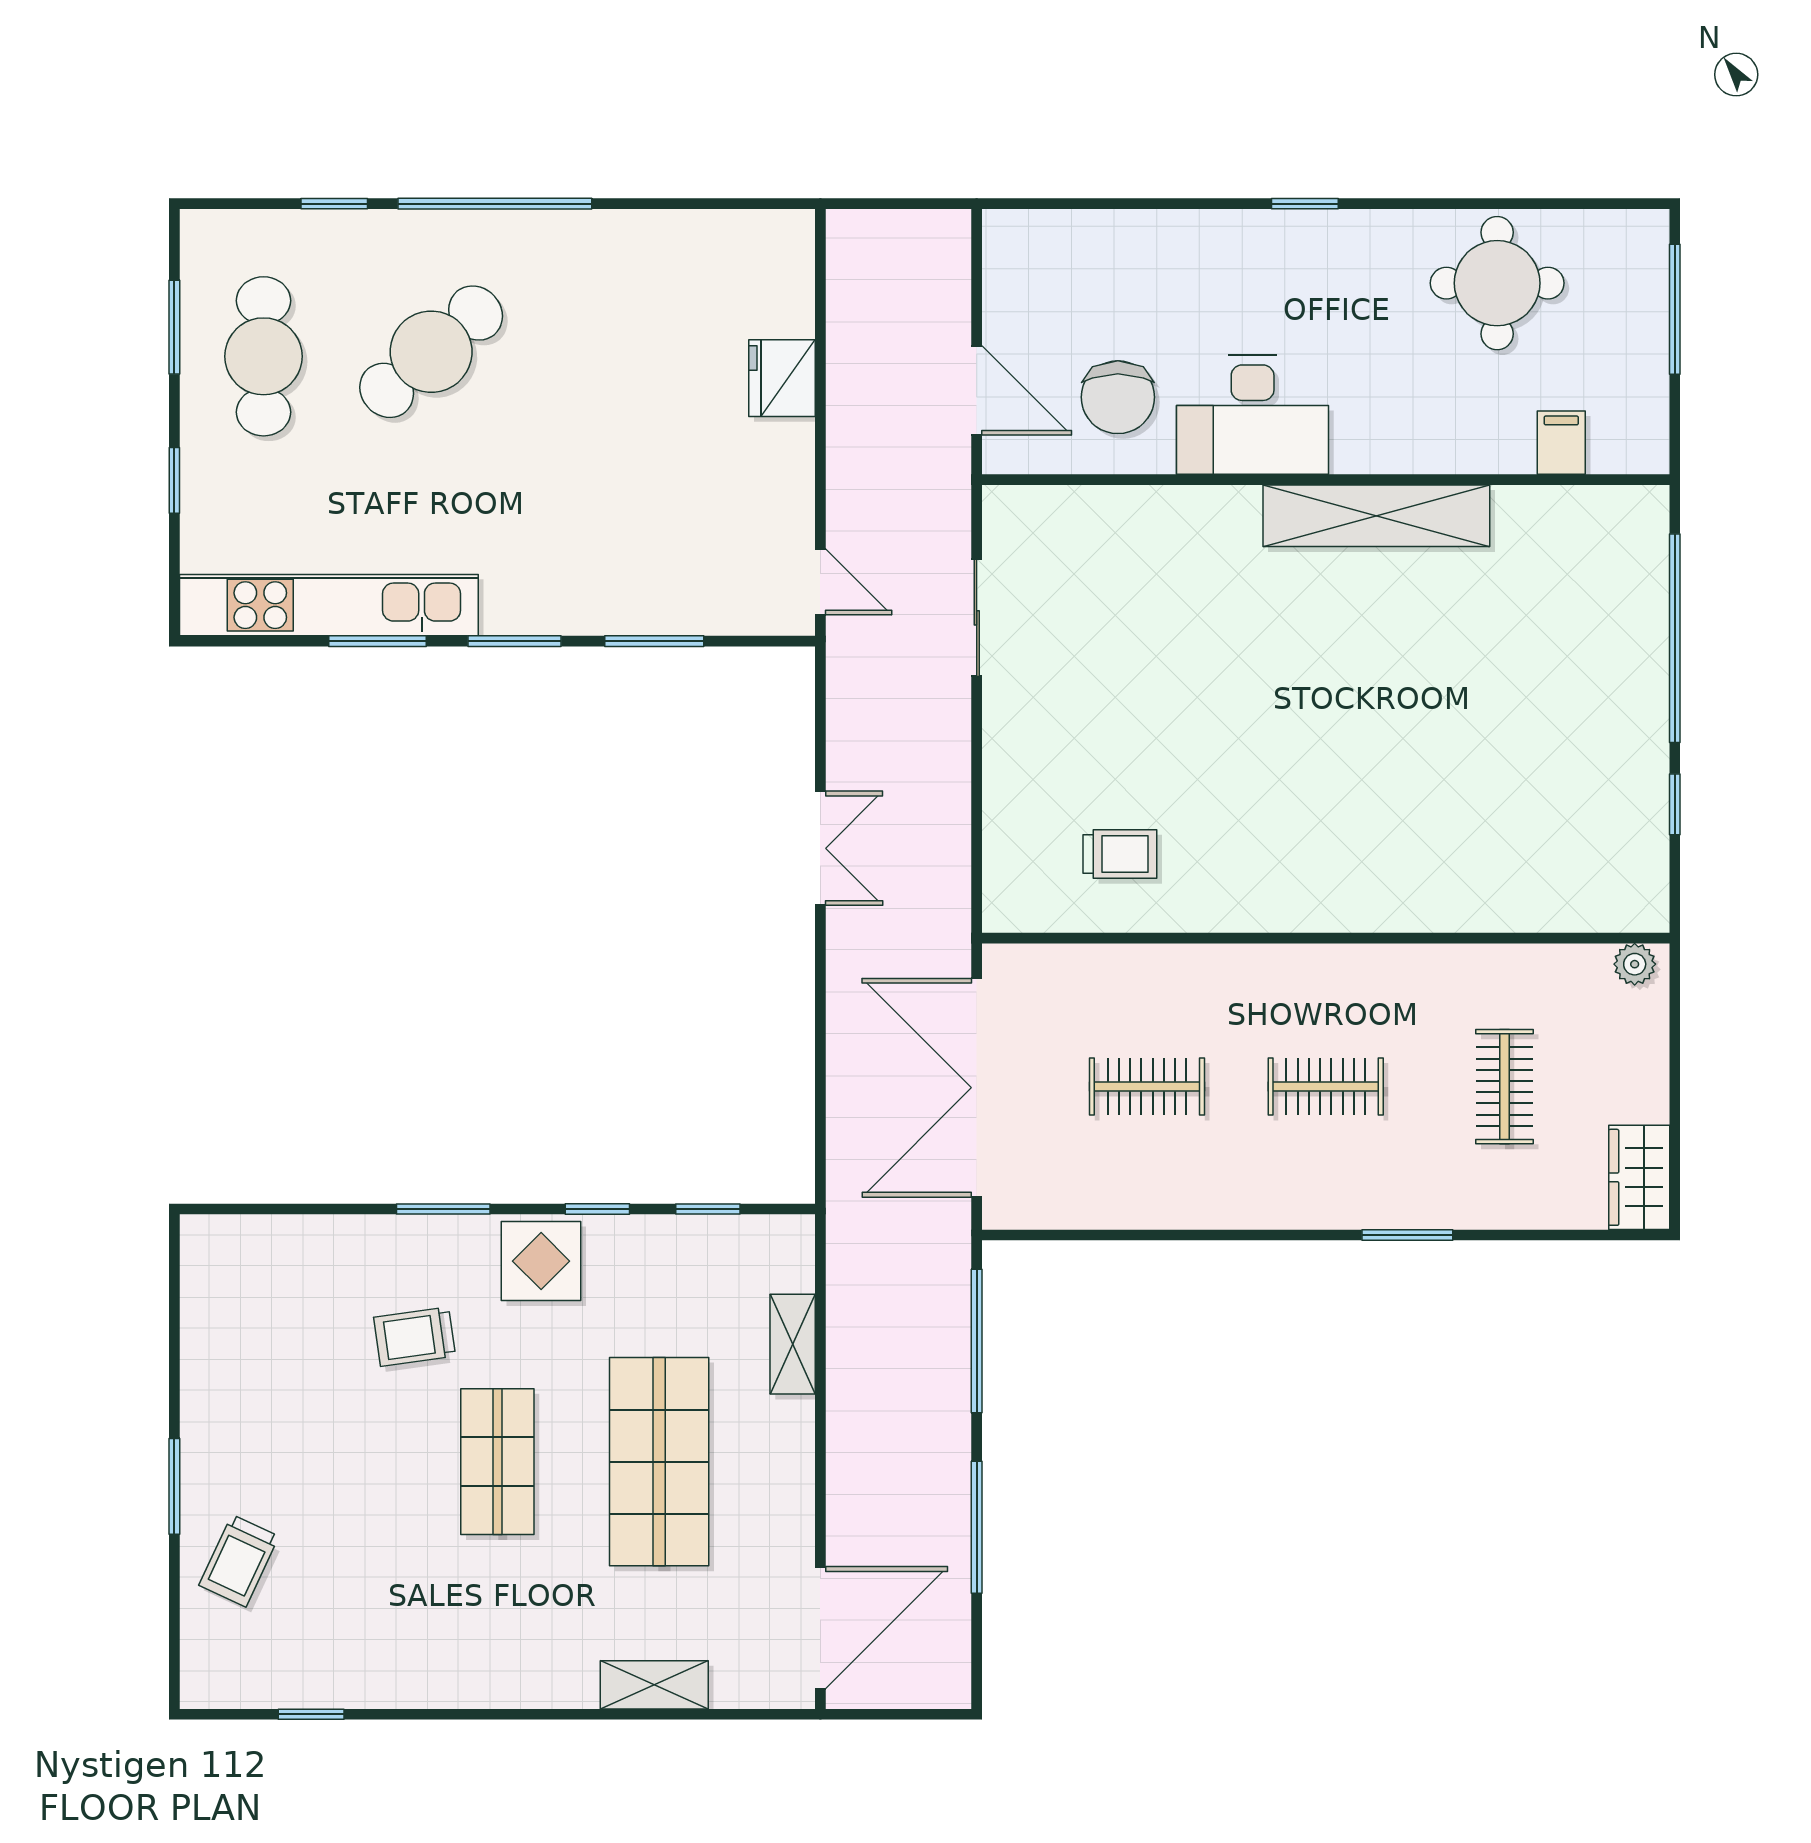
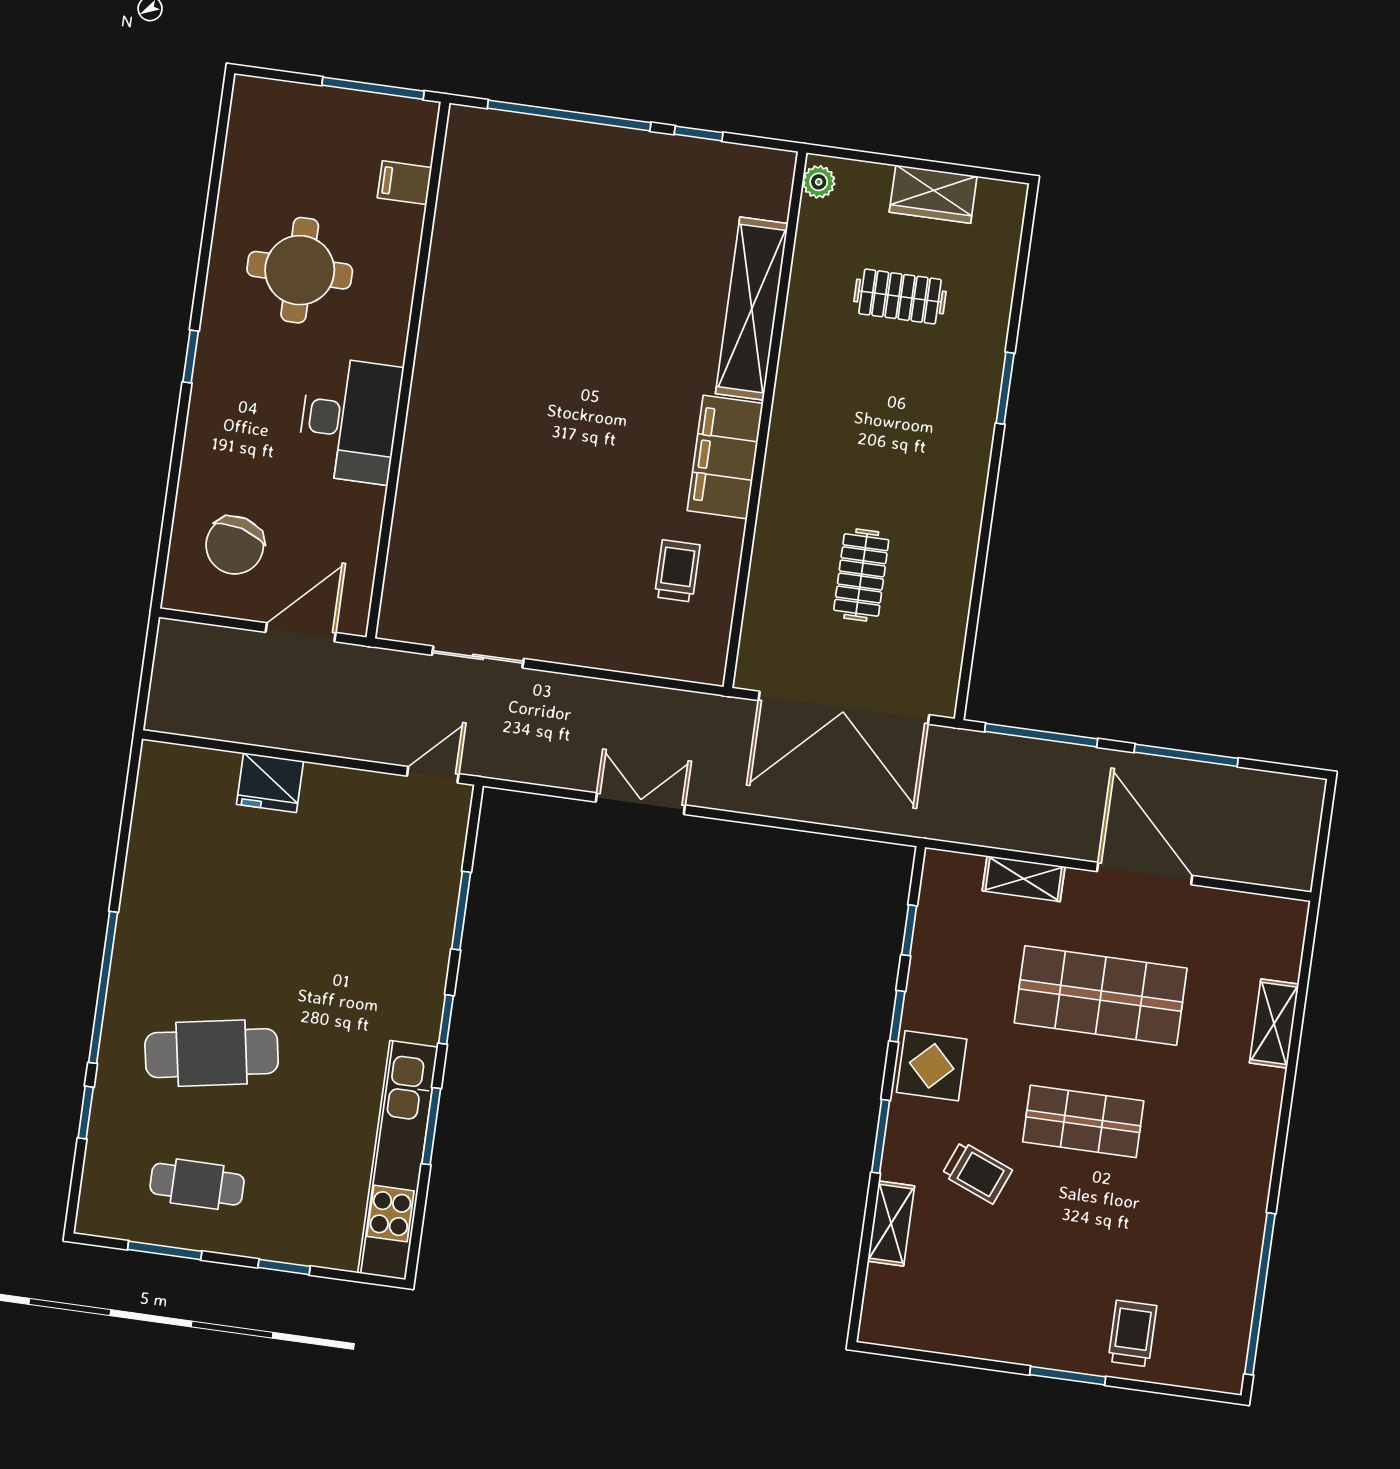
round table: (1497, 283) -> (300, 270), moved
window: (1675, 309) -> (373, 88), moved
cafe table: (431, 352) -> (212, 1053), turned -59
cafe table: (264, 356) -> (197, 1184), width x0.73, depth x0.74
chair: (1118, 397) -> (235, 545), moved, turned 105
shelving: (1376, 516) -> (752, 309), moved
window: (515, 641) -> (446, 1019), width x0.67
filing cabinet: (1272, 894) -> (725, 457), added
clothes rail: (1326, 1087) -> (881, 436), removed
wardrobe: (1639, 1177) -> (933, 194), moved
shelving: (335, 1237) -> (891, 1223), added
trolley: (415, 1337) -> (977, 1172), turned -60
trolley: (239, 1561) -> (1132, 1333), turned -115
door: (820, 1628) -> (1145, 874), moved
window: (311, 1714) -> (1260, 1294), width x3.17

